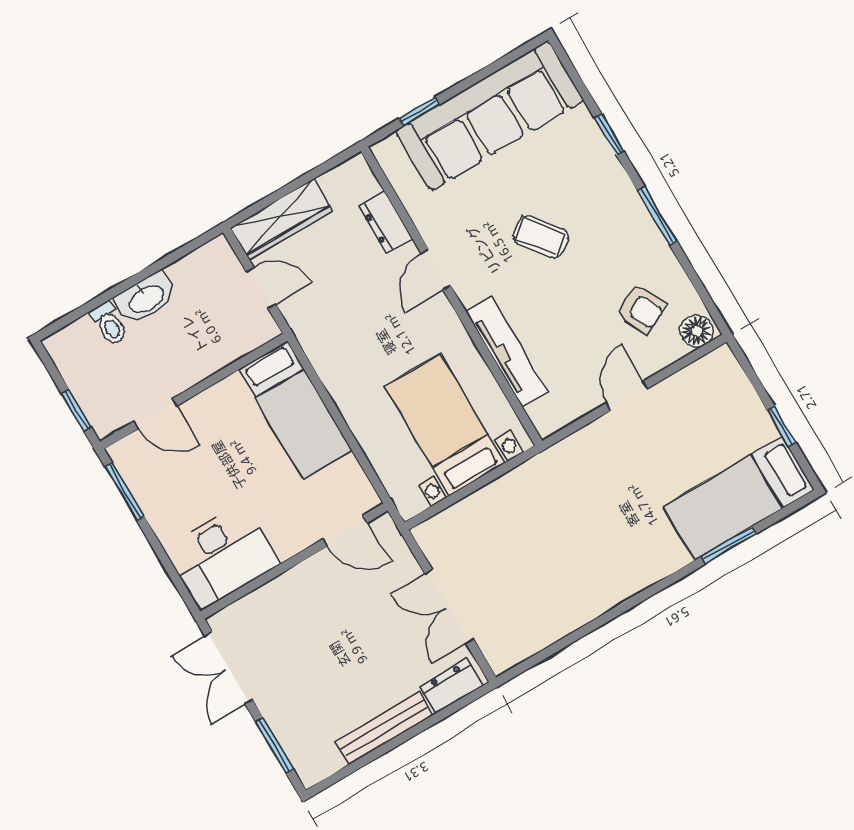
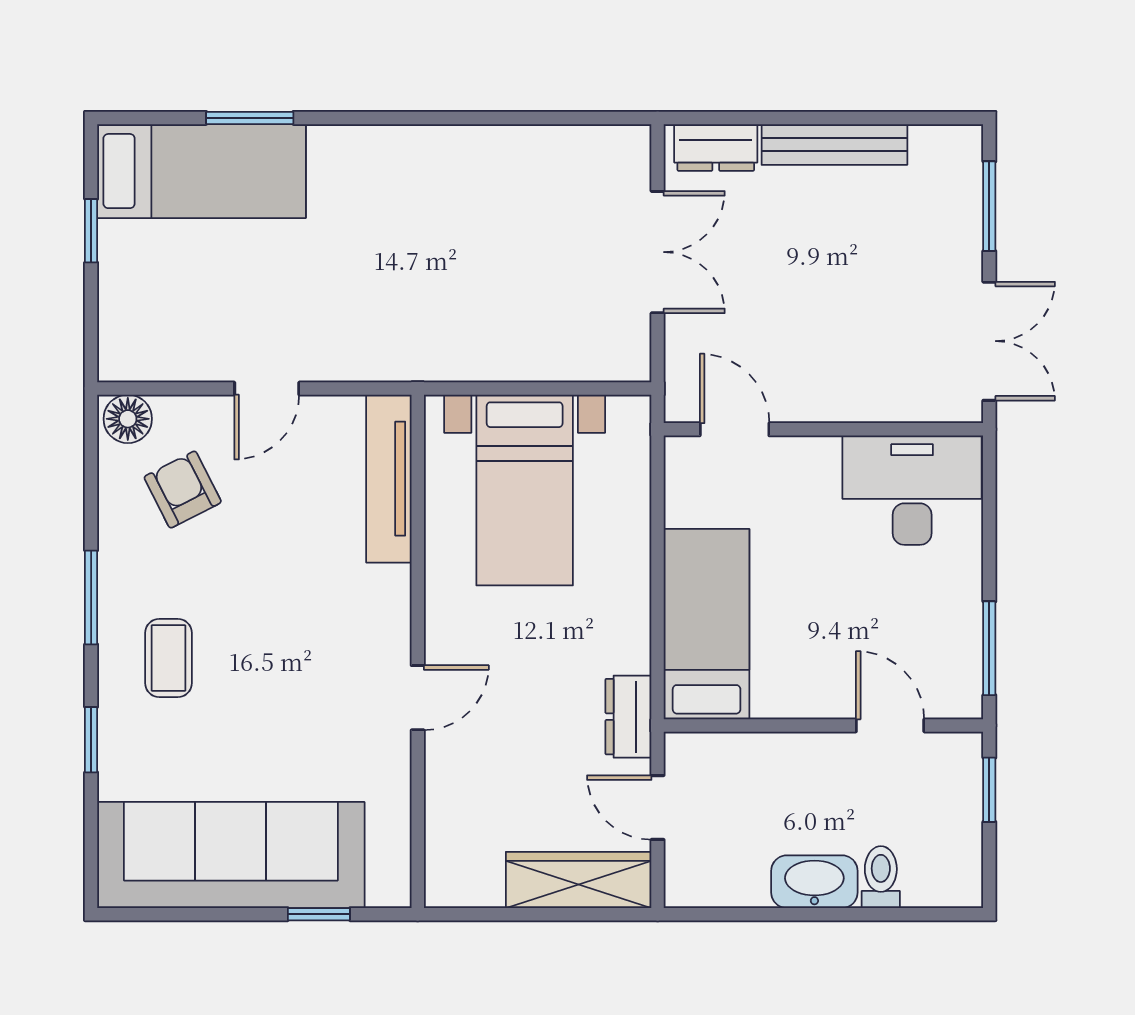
dresser: (385, 223) -> (628, 717), moved, turned 180
coffee table: (541, 237) -> (168, 658), moved, turned 38
tv unit: (507, 352) -> (389, 479), moved

